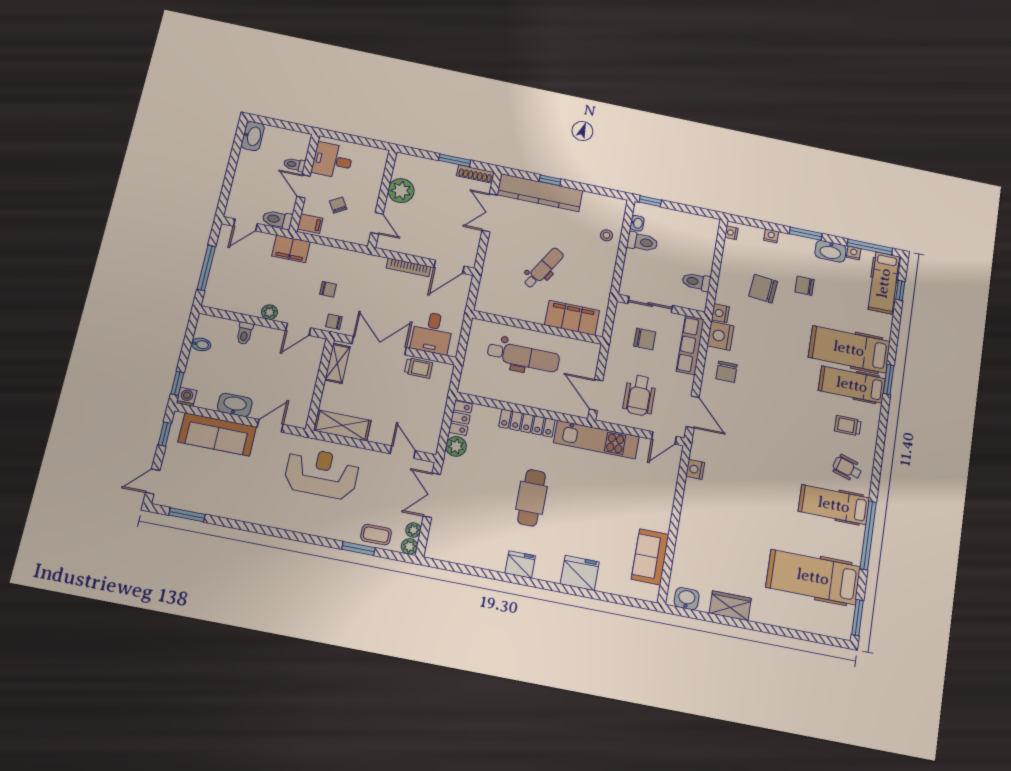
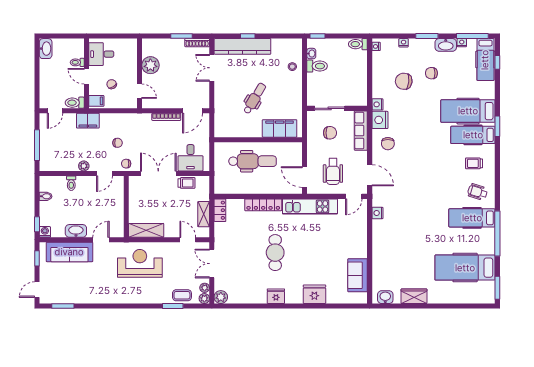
toilet: (696, 282) -> (358, 44), moved
shelving: (337, 363) -> (204, 214), moved
plant: (456, 446) -> (221, 297), moved

